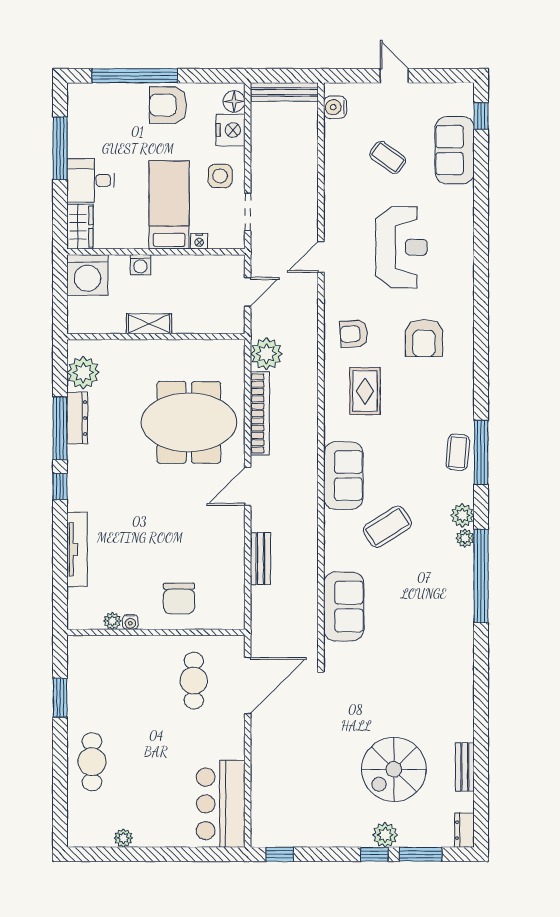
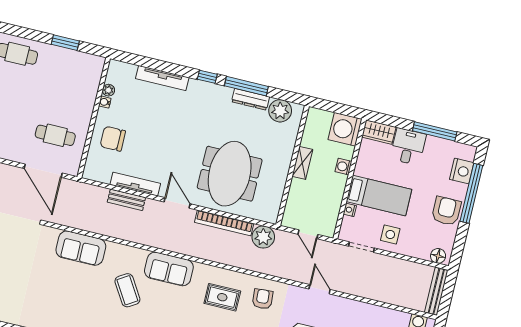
nightstand: (231, 130) -> (462, 171), moved, turned -90
tv unit: (235, 552) -> (135, 184), added

